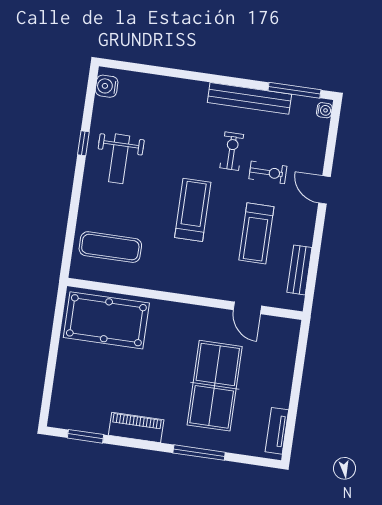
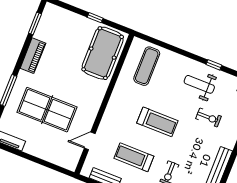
exercise bike: (232, 151) -> (208, 117), moved
window: (54, 345) -> (95, 18), added

